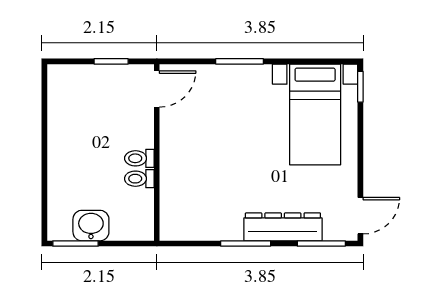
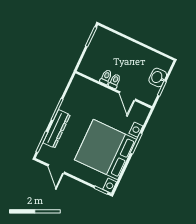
door: (157, 89) -> (127, 96), moved
bed with nightstands: (315, 114) -> (106, 150), width x1.85
door: (360, 216) -> (56, 169), moved
washbasin: (91, 226) -> (158, 77), moved, turned 180

